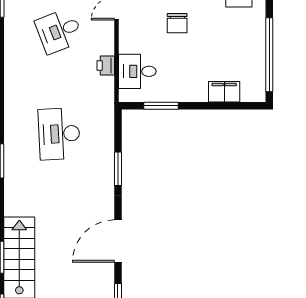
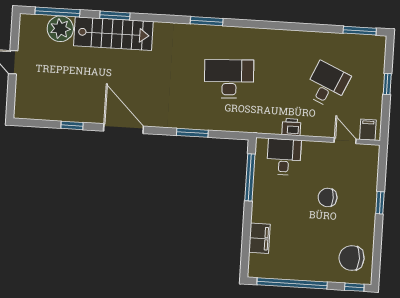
desk: (59, 31) -> (327, 85), turned 45
window: (161, 106) -> (250, 177), width x1.44

